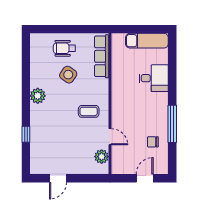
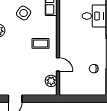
door: (145, 178) -> (87, 99), removed

